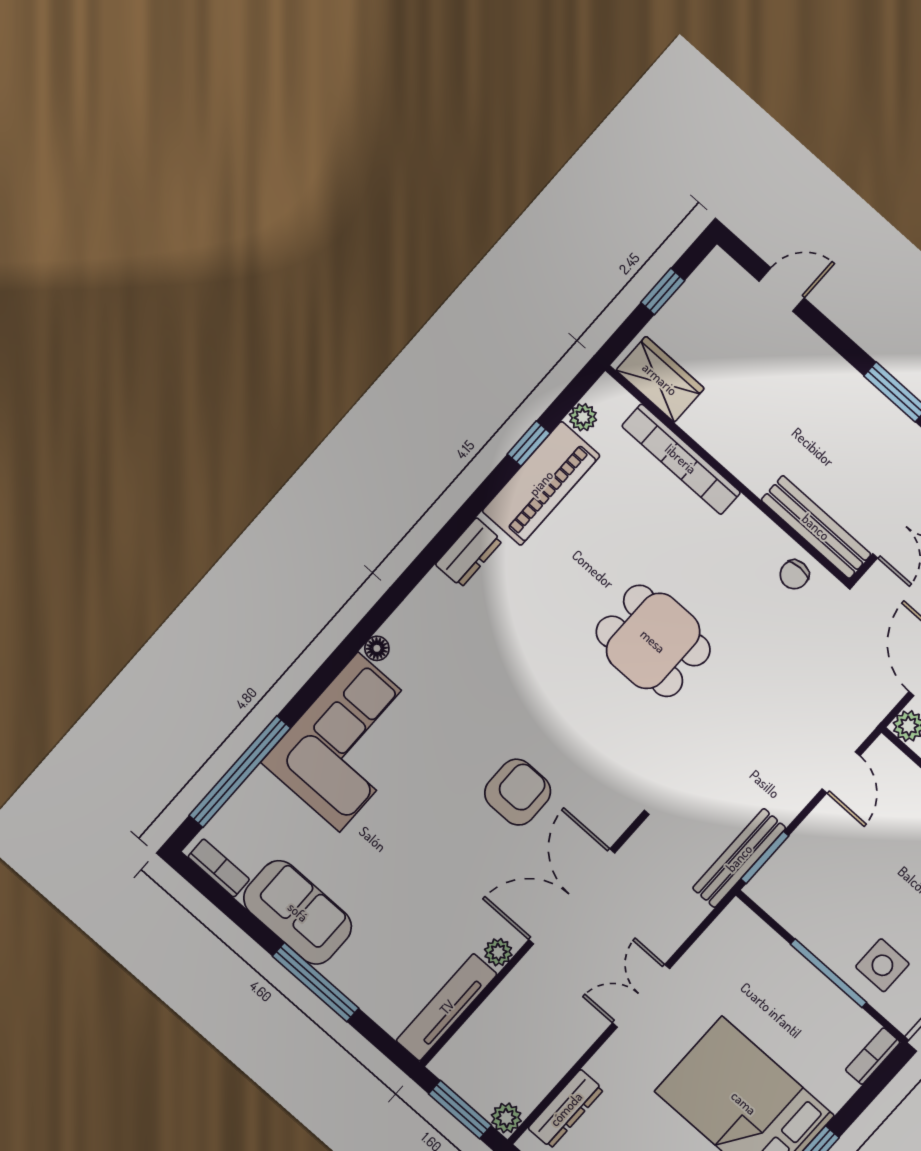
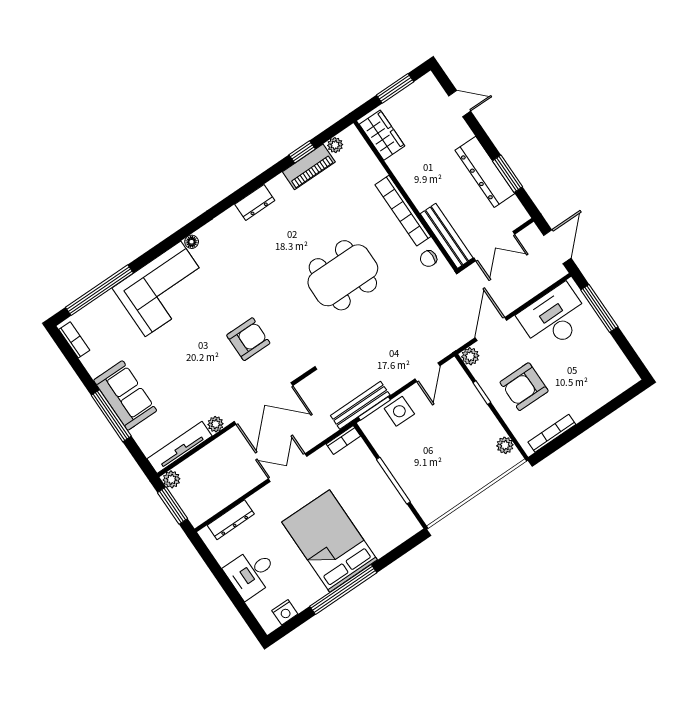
window: (663, 292) -> (395, 88), width x1.50
dresser: (855, 399) -> (485, 172), added
bookcase: (681, 459) -> (403, 211), moved
piano: (541, 483) -> (309, 167), width x0.73, depth x0.75
dining table: (653, 641) -> (343, 275), width x1.38
double door: (572, 896) -> (263, 404), swing flipped
sofa: (298, 912) -> (125, 395), moved
side table: (882, 965) -> (399, 411), moved
bookcase: (873, 1056) -> (343, 440), moved, turned 180
plant: (506, 1118) -> (171, 479), moved

